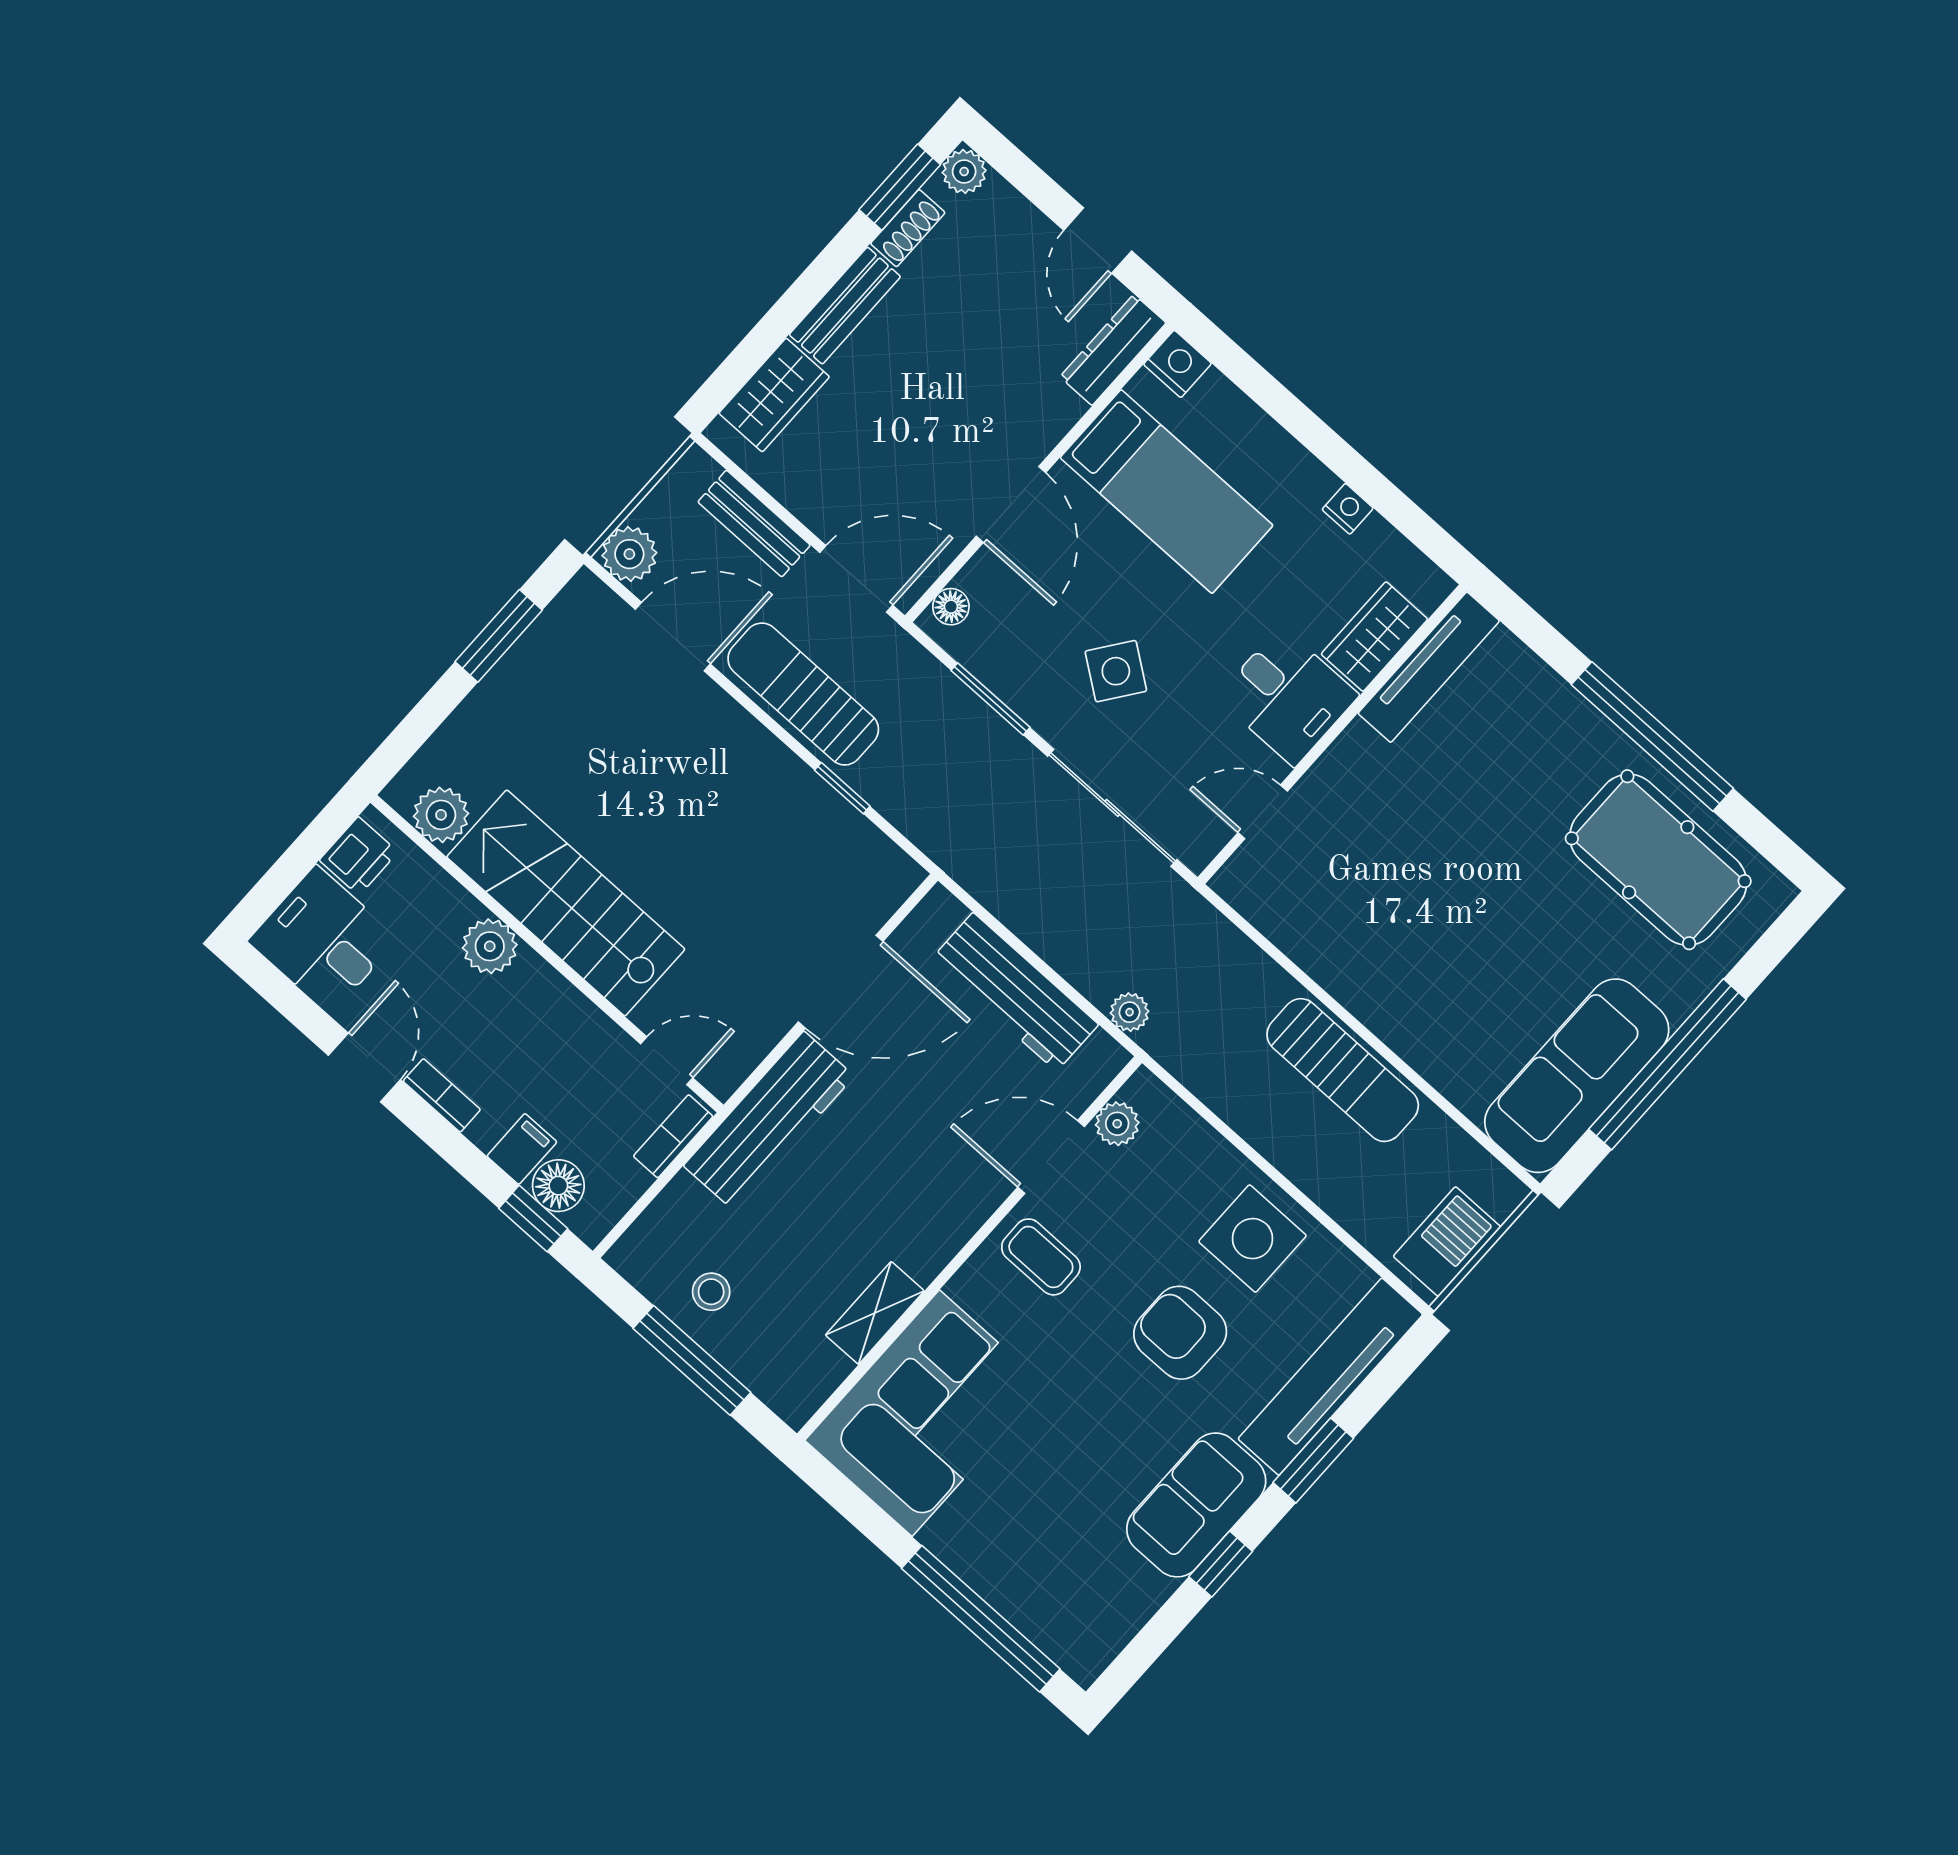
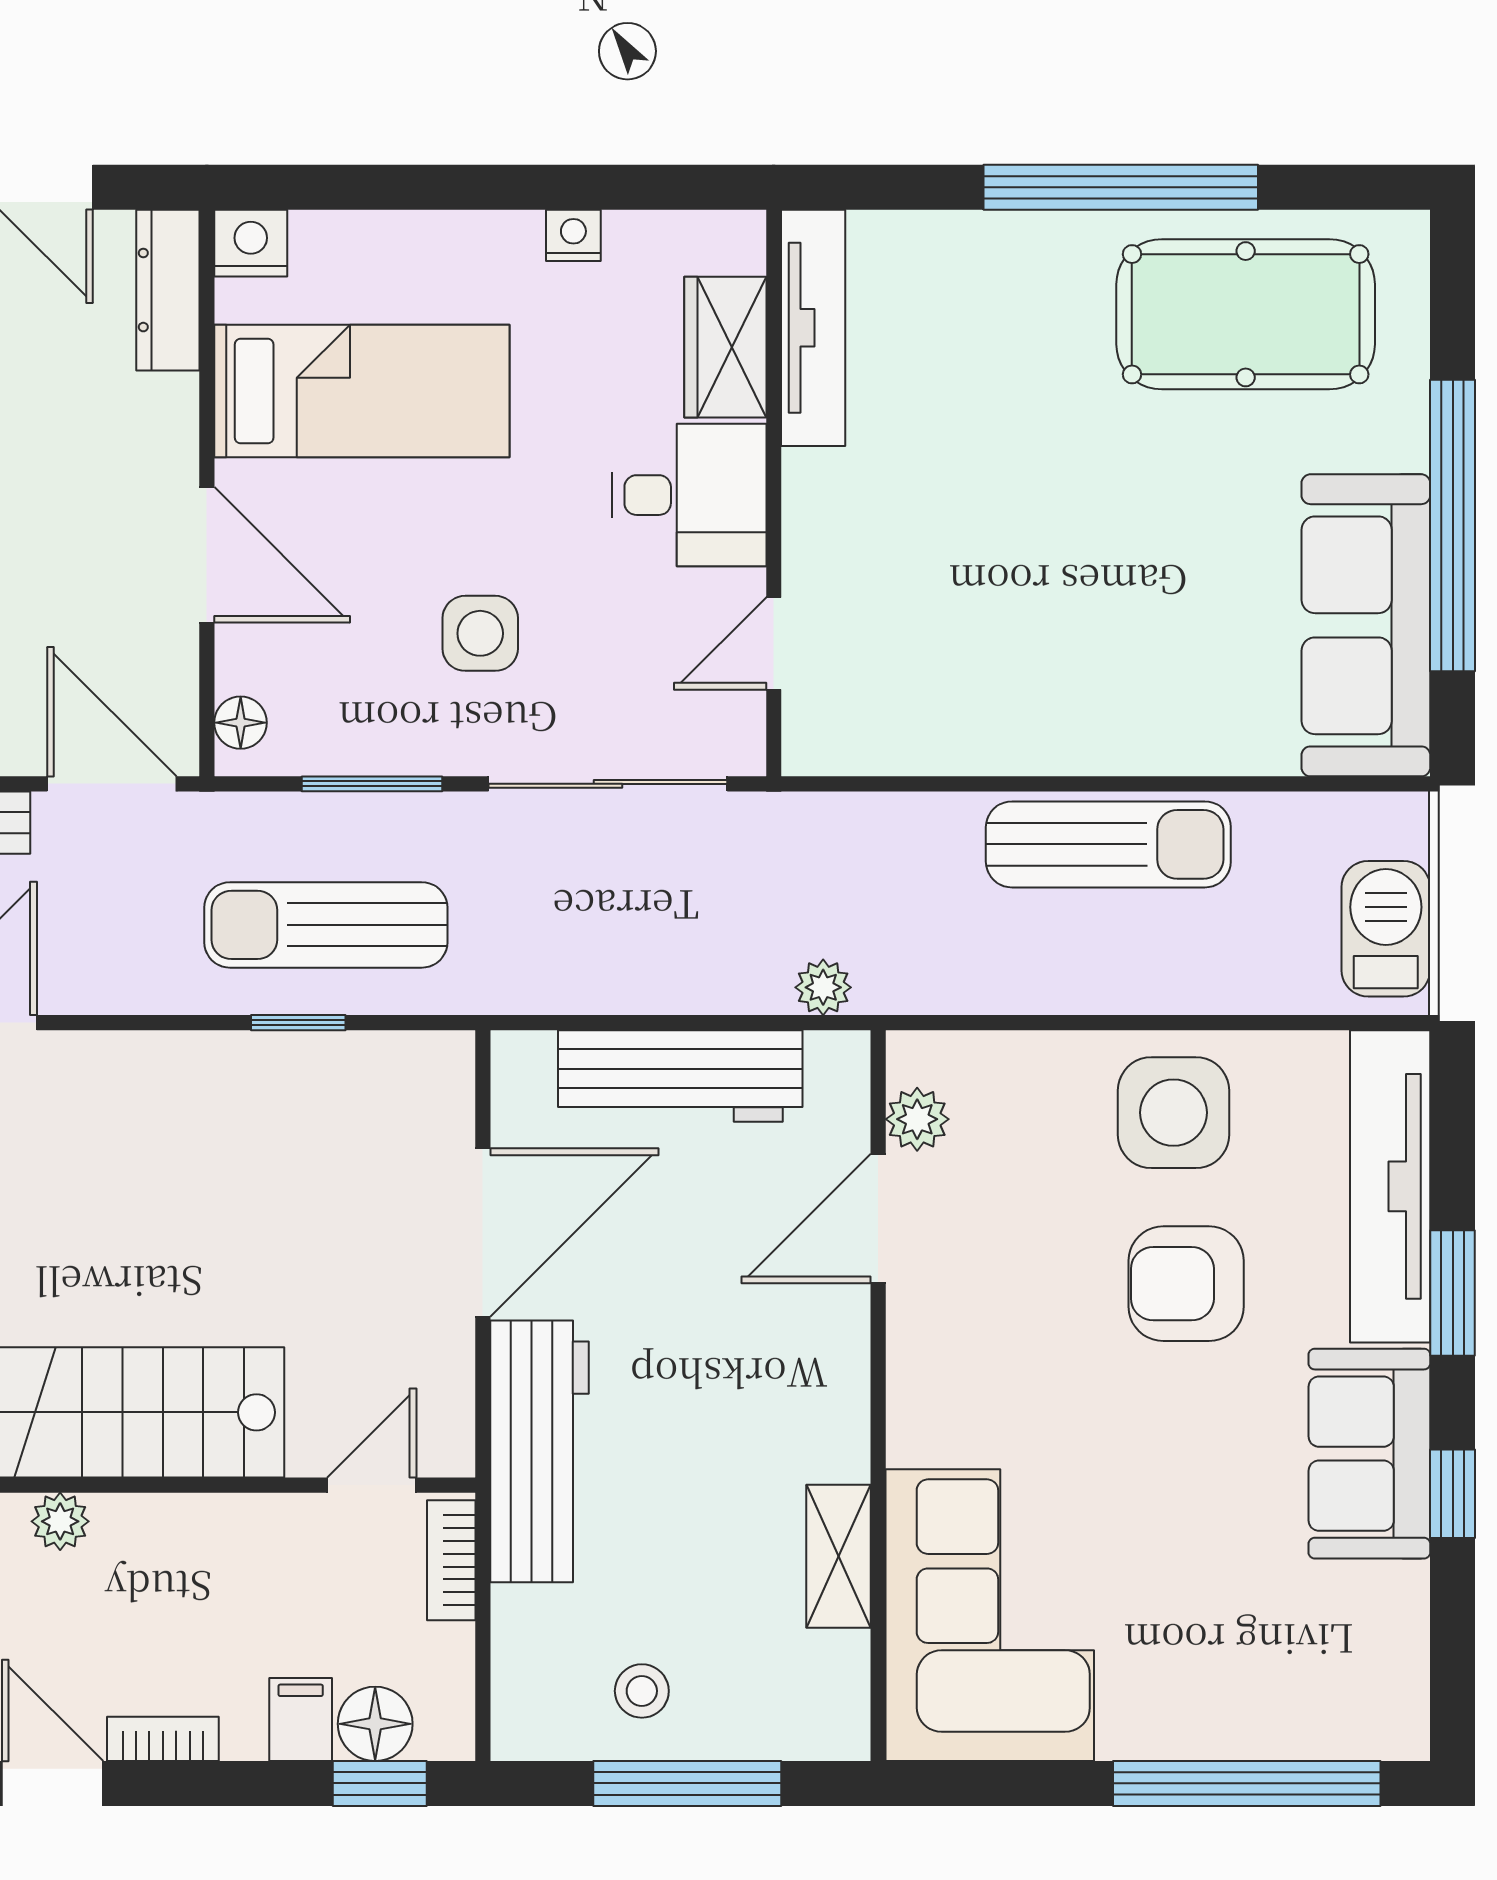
door: (856, 579) -> (112, 784), hinge flipped
side table: (1116, 671) -> (480, 633), turned -36
sun lounger: (803, 694) -> (326, 925), moved
plant: (490, 946) -> (60, 1521), width x0.73, depth x0.73
coffee table: (1041, 1257) -> (963, 1336), removed

